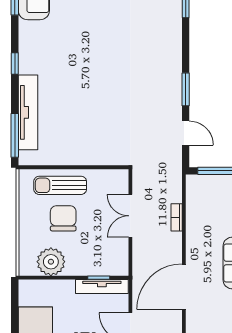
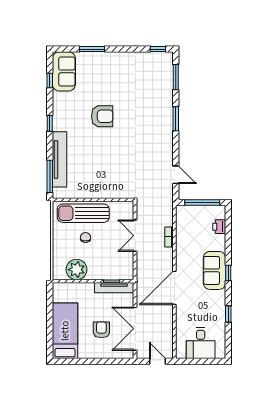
armchair: (86, 54) -> (102, 116), added
window: (186, 89) -> (176, 119), moved
sun lounger: (60, 185) -> (83, 213), width x1.36, depth x1.34
chair: (63, 218) -> (86, 237), width x0.54, depth x0.54

